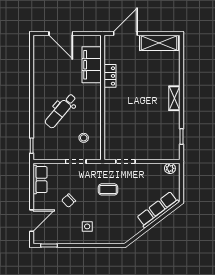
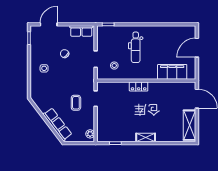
locker: (110, 76) -> (139, 86), moved
dental chair: (61, 111) -> (136, 47), turned -130
coffee table: (108, 189) -> (76, 103), moved
door: (32, 221) -> (49, 24), swing flipped

